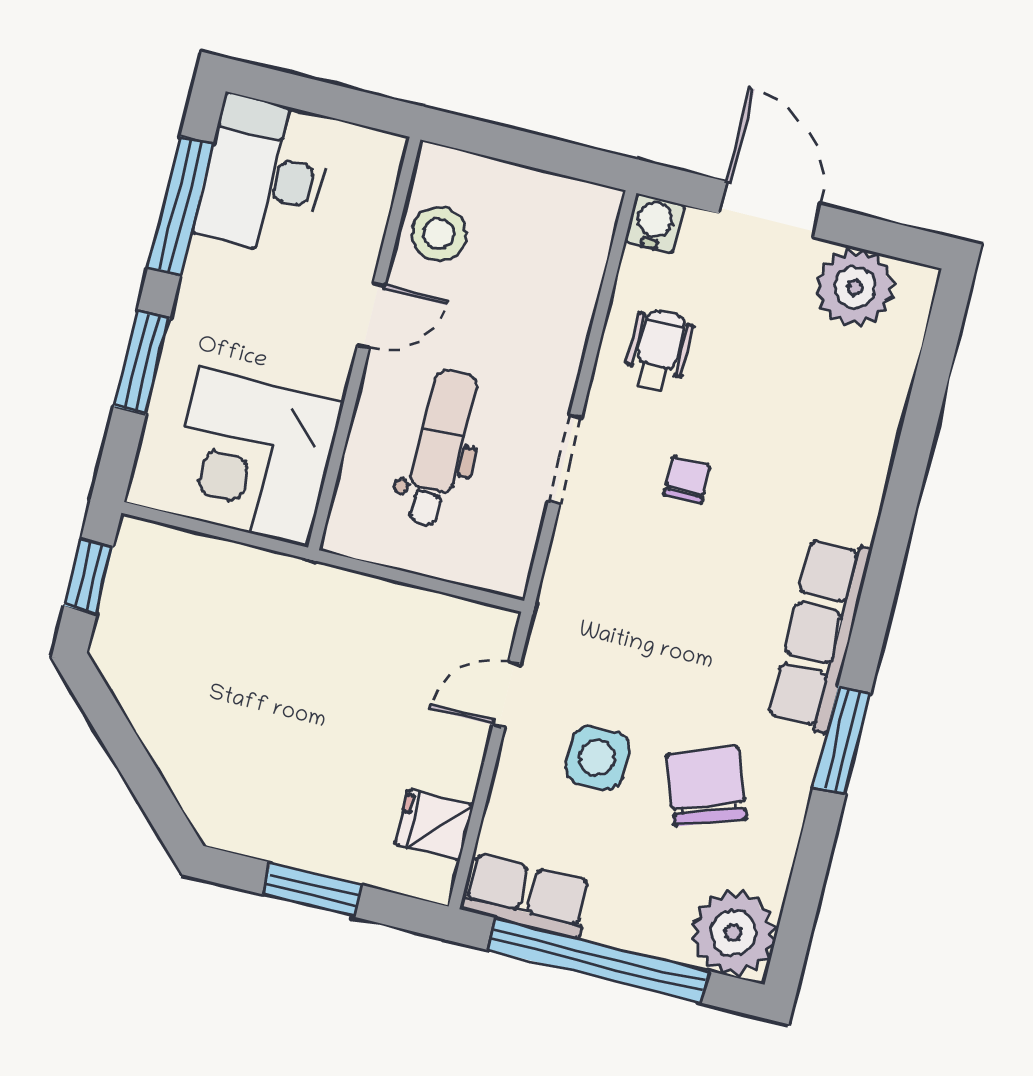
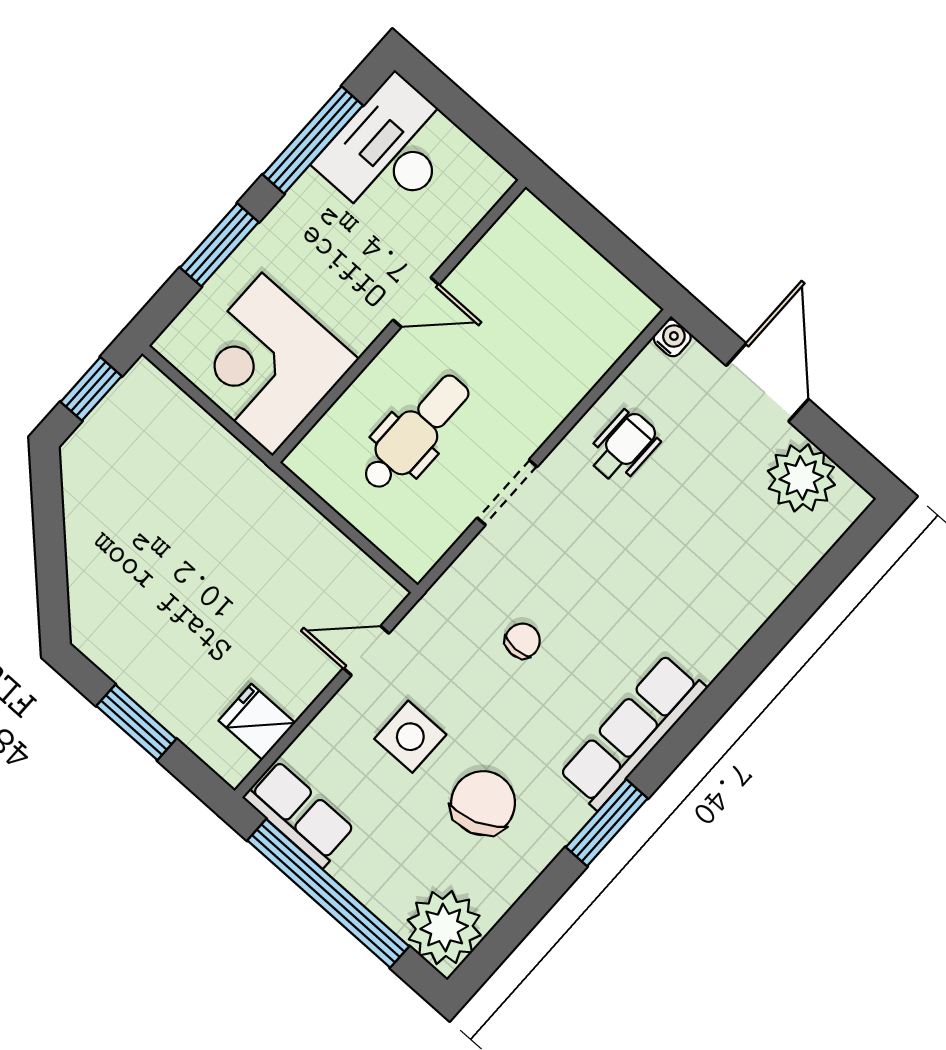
water cooler: (655, 223) -> (672, 338), width x0.72, depth x0.72
stool: (439, 234) -> (502, 267), removed
chair: (687, 480) -> (522, 641), moved

